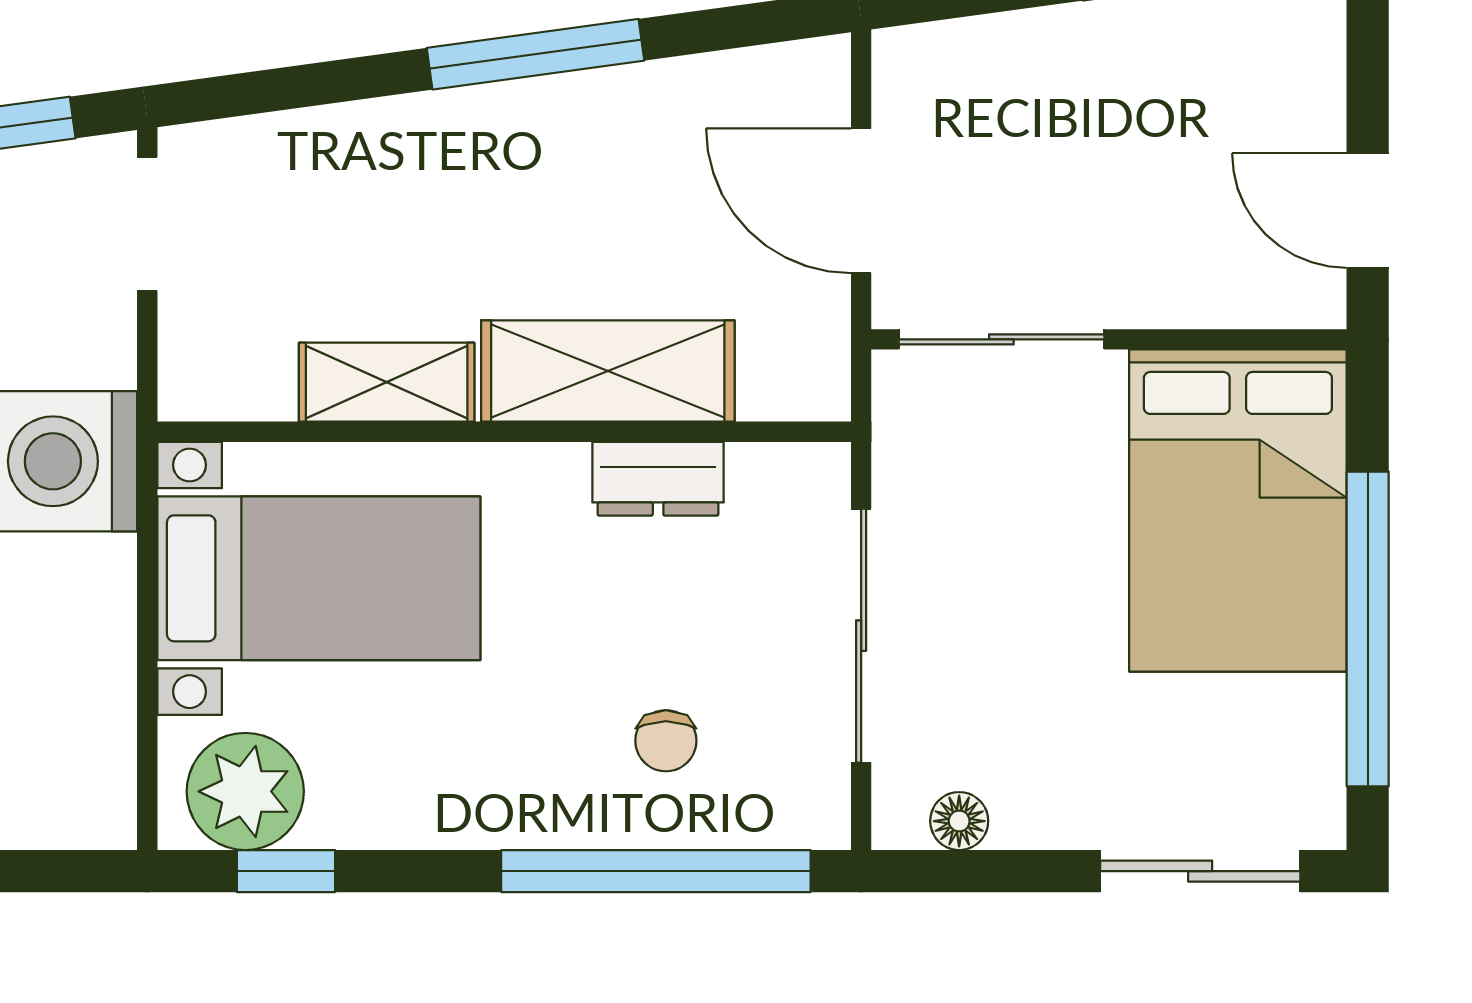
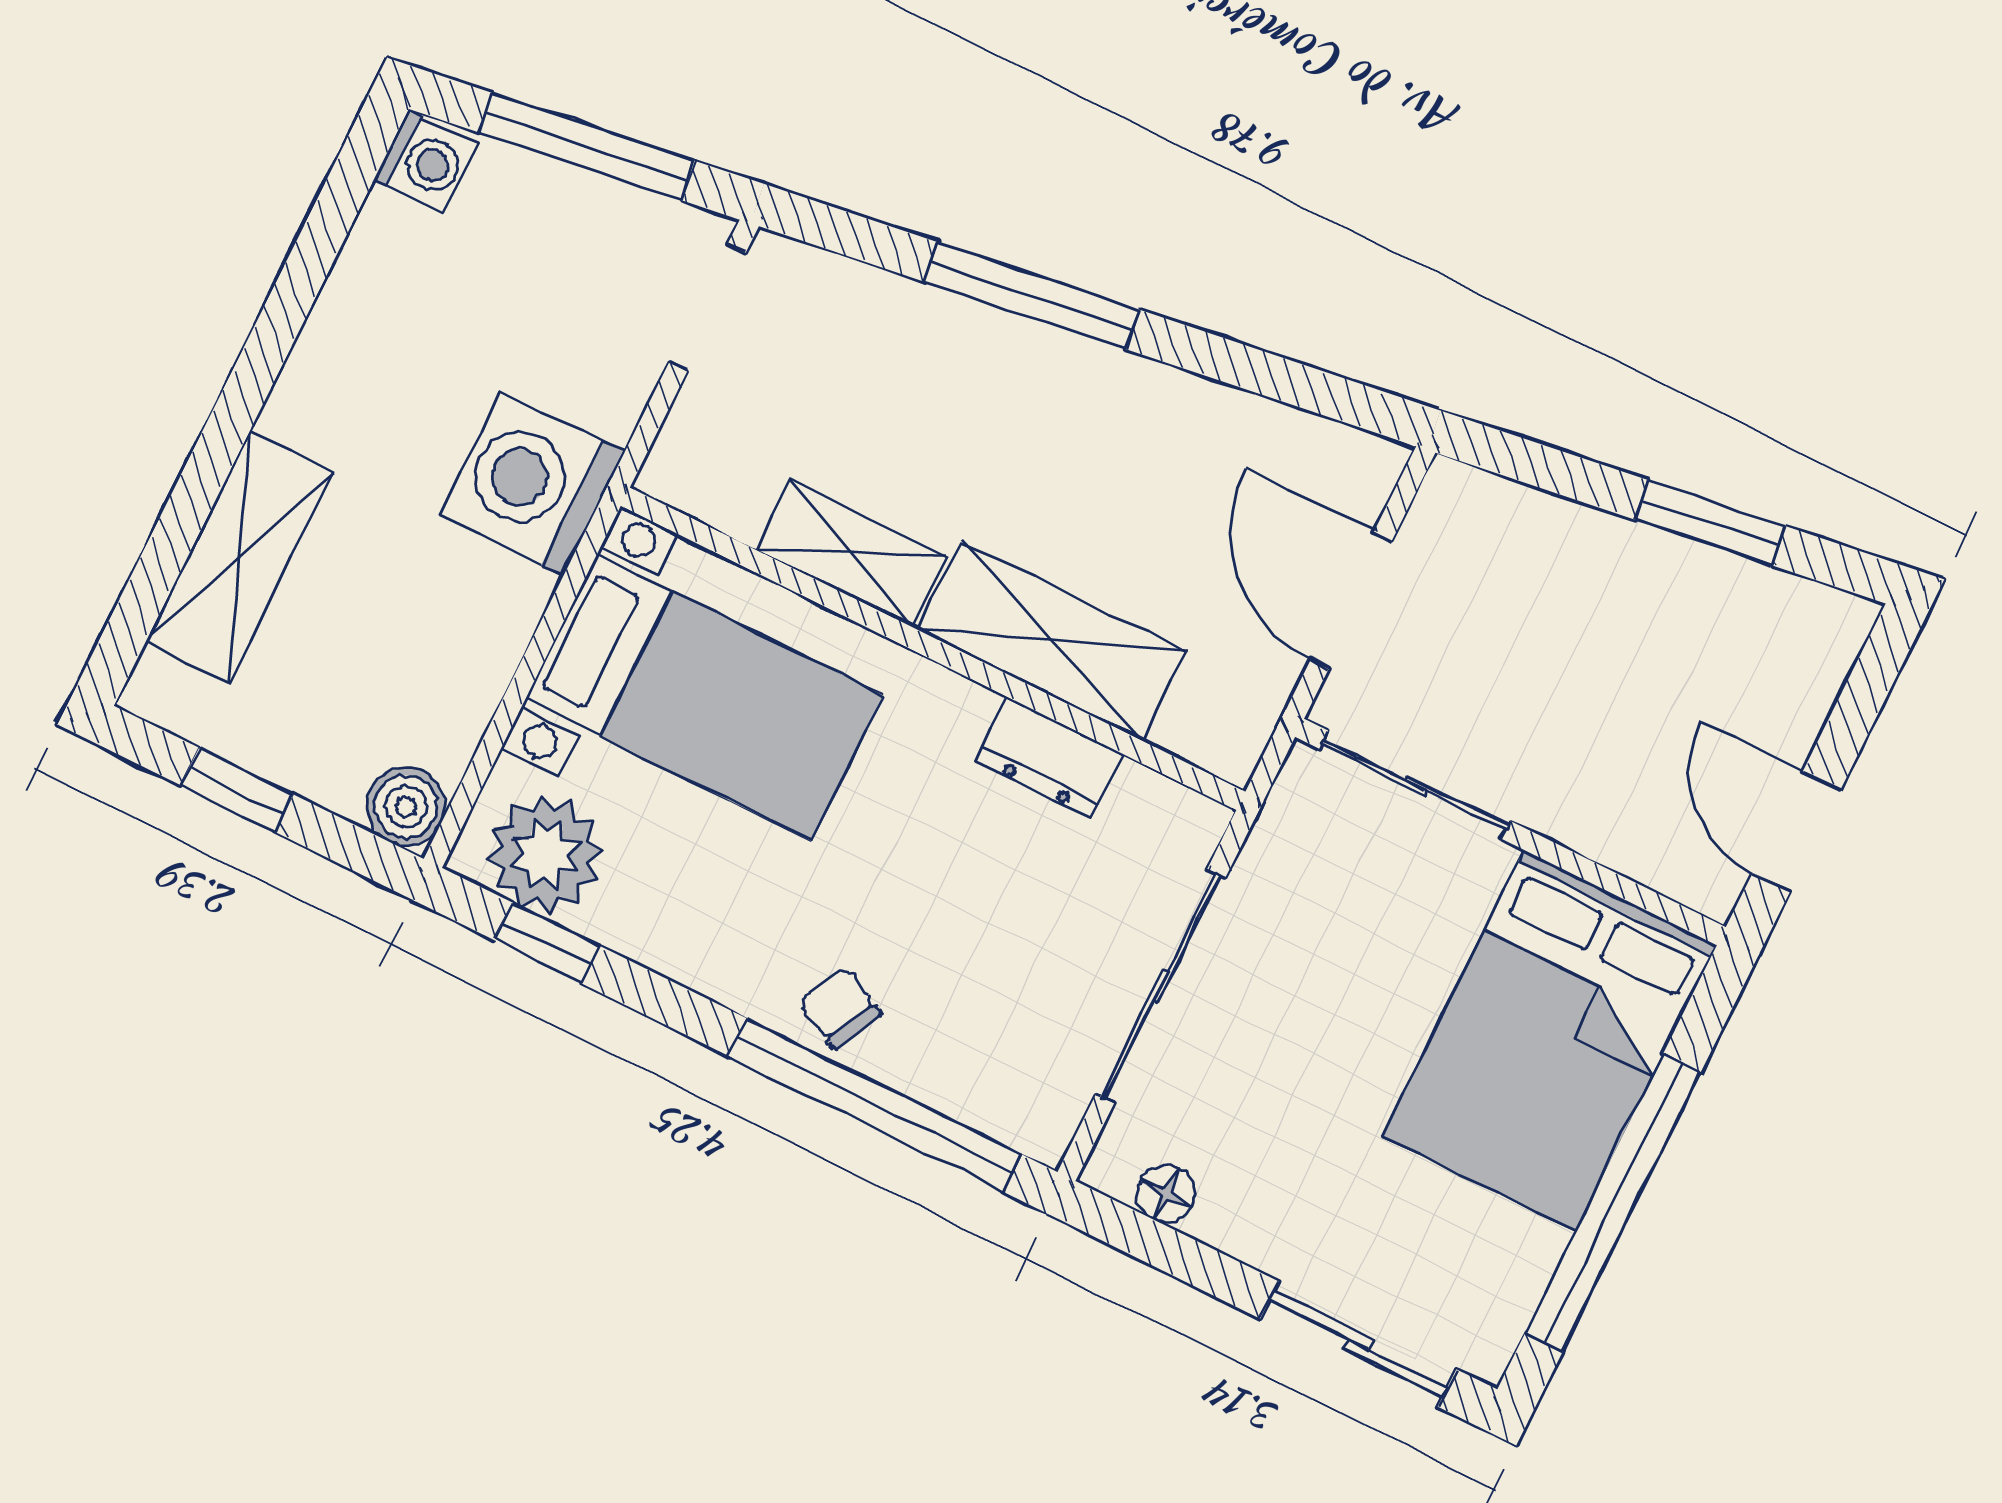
window: (535, 54) -> (1032, 296), moved
chair: (666, 741) -> (840, 1008), moved, turned 117
boiler: (98, 811) -> (406, 807), added

